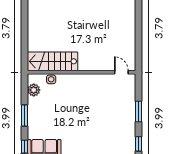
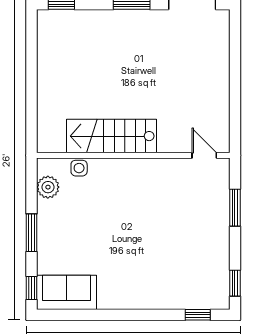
stairs: (53, 61) -> (111, 136), moved
window: (139, 112) -> (235, 208), moved

